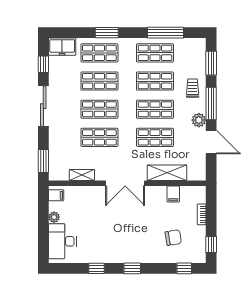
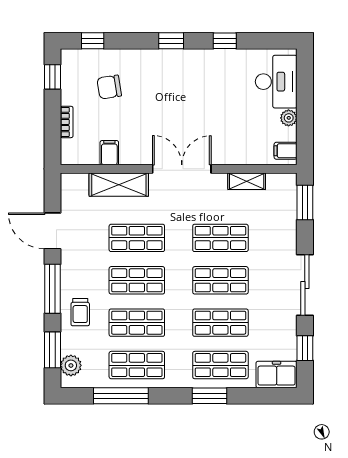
plant: (199, 120) -> (71, 365), moved

